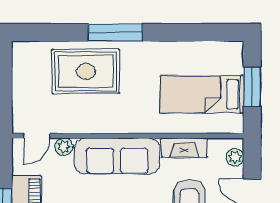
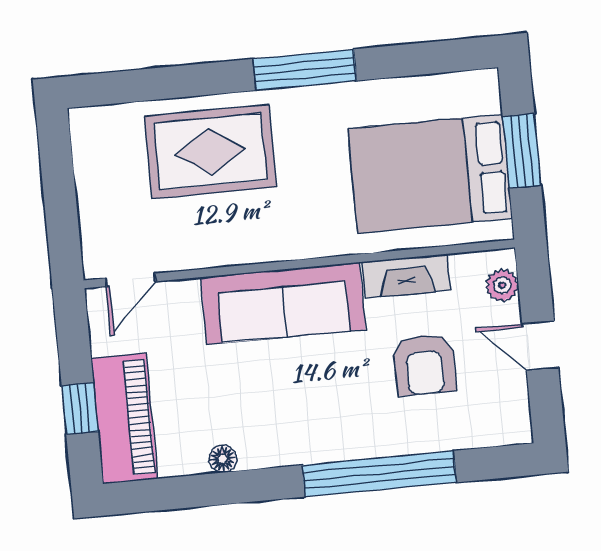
window: (115, 32) -> (305, 70), moved
bed: (202, 94) -> (430, 174), width x1.50
plant: (64, 147) -> (183, 295), removed

